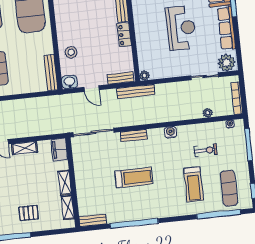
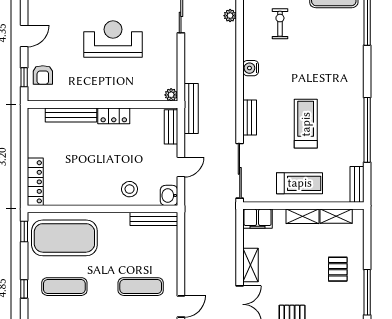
treadmill: (194, 184) -> (300, 183), moved

